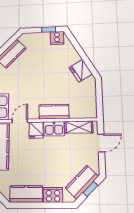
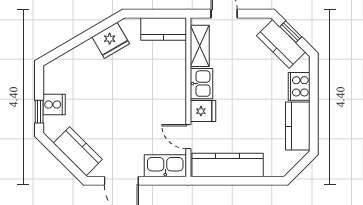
window: (49, 30) -> (39, 112), moved
cooker: (57, 38) -> (54, 105), moved
kitchen counter: (54, 112) -> (164, 29), moved, turned -90

